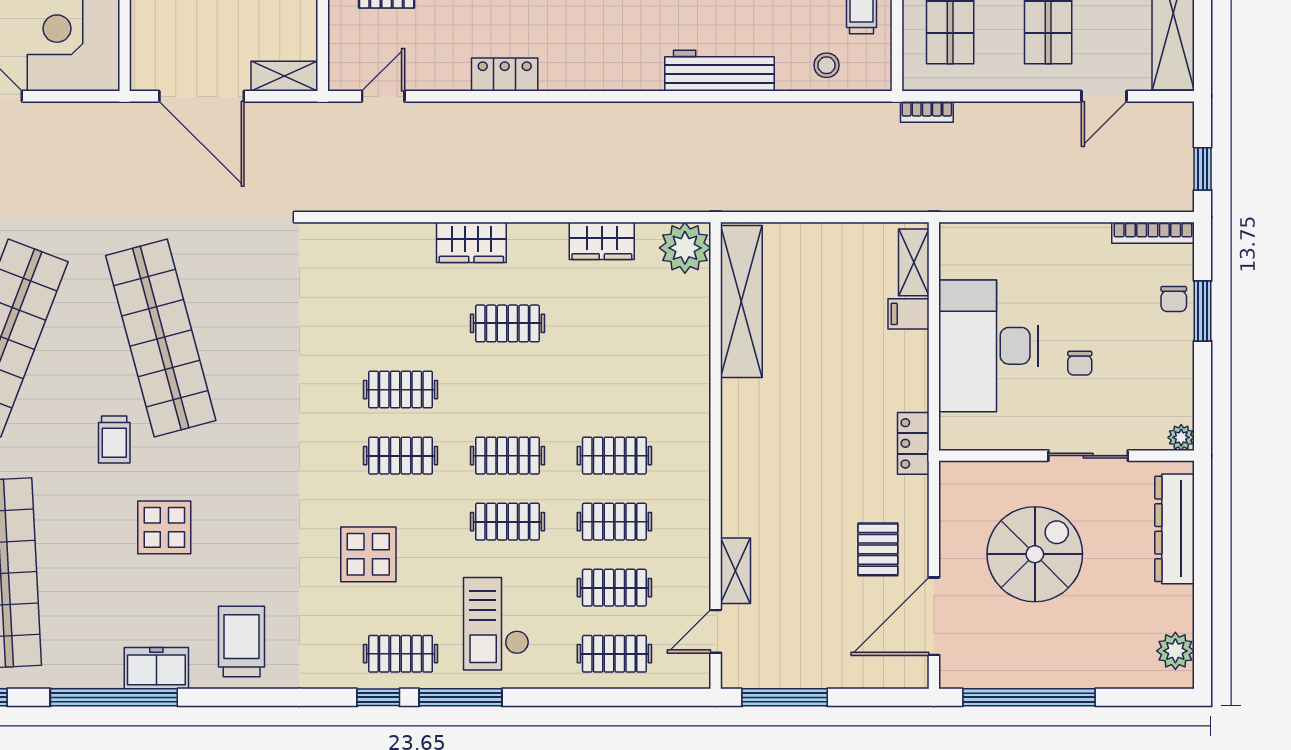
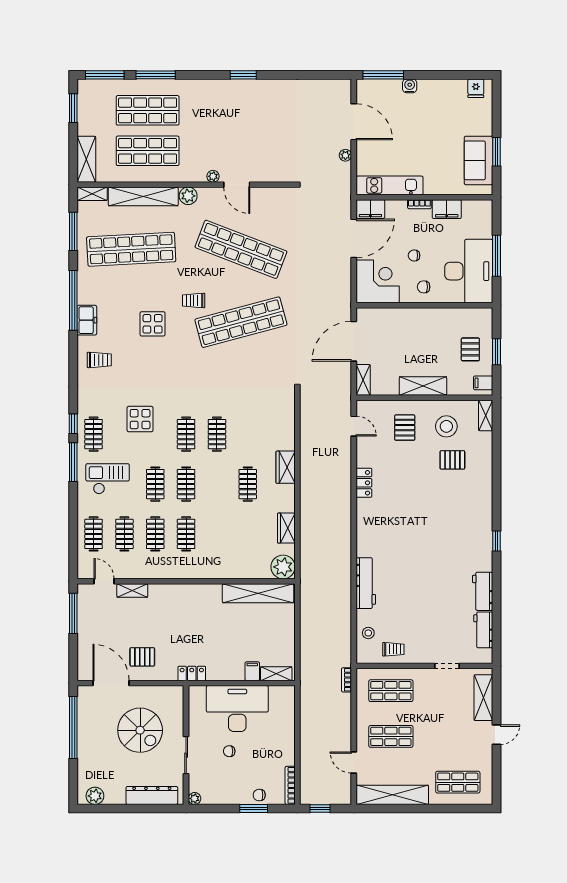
trolley: (242, 642) -> (99, 360), width x0.73, depth x0.72

